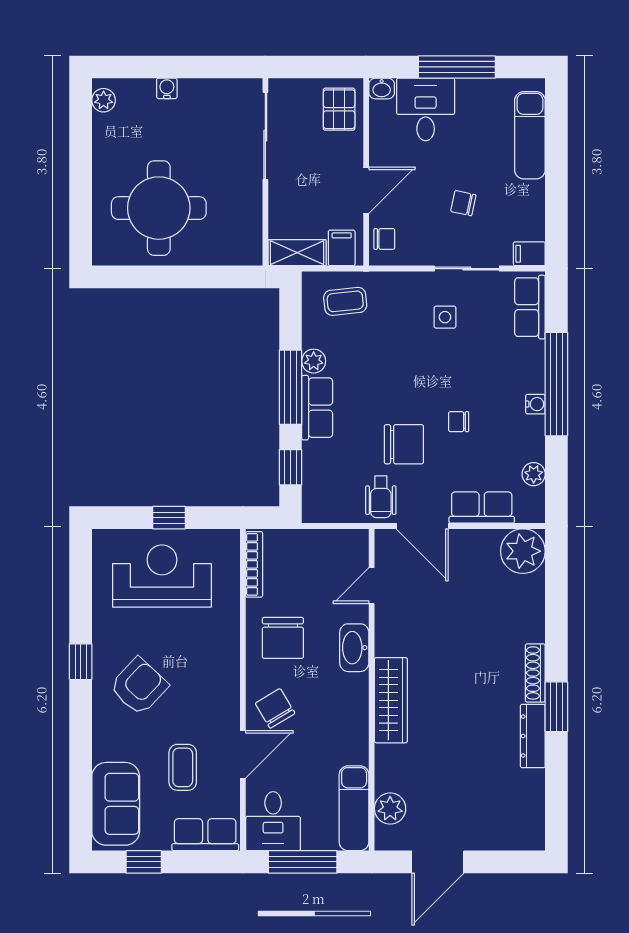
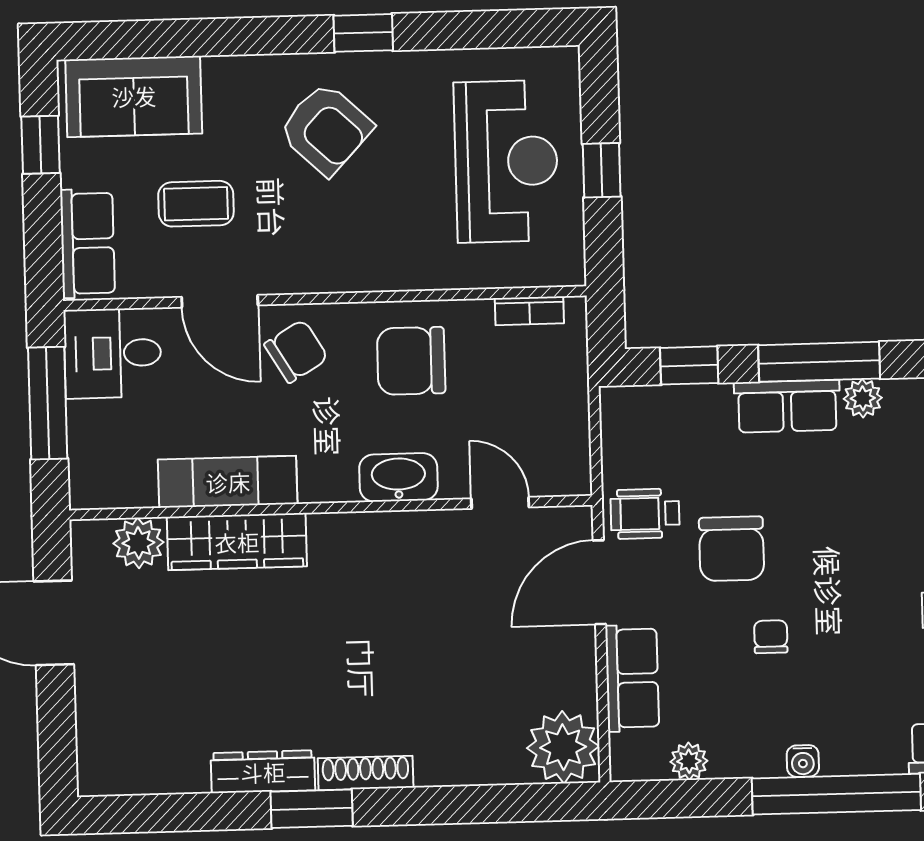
bookcase: (254, 564) -> (529, 311), width x0.64
wardrobe: (391, 700) -> (237, 542), moved
exam couch: (354, 808) -> (228, 482), moved

